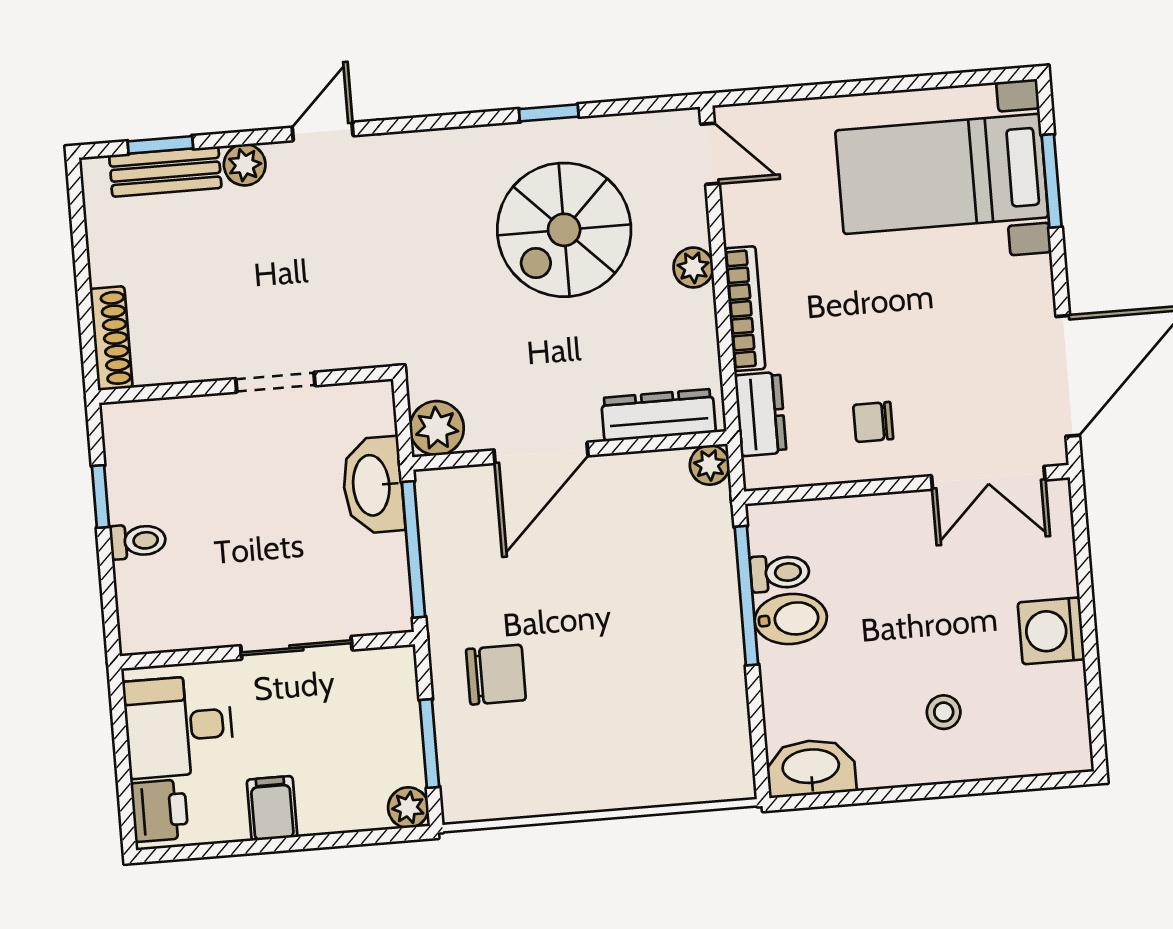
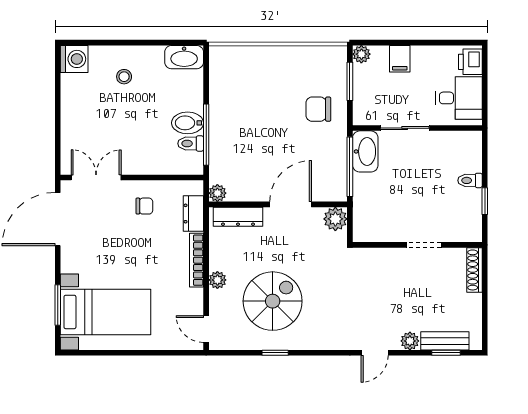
doorway: (275, 382) -> (424, 245), moved
washbasin: (373, 485) -> (365, 151), moved
washing machine: (1051, 631) -> (74, 59), moved
filing cabinet: (272, 808) -> (400, 59), moved

